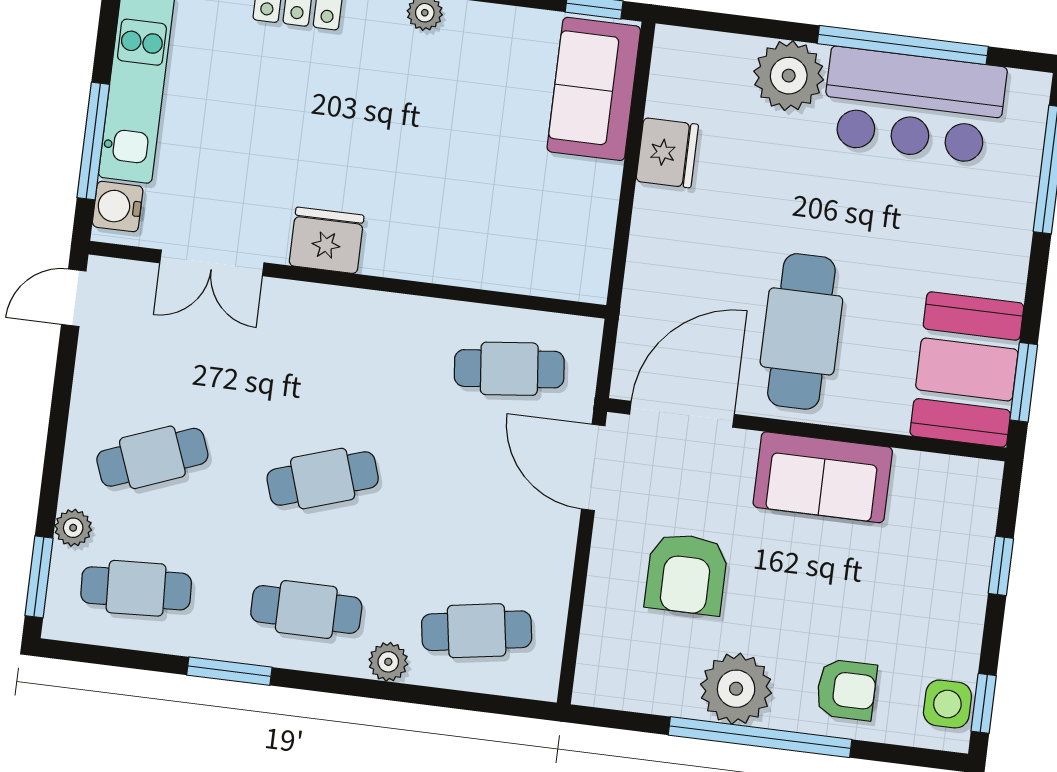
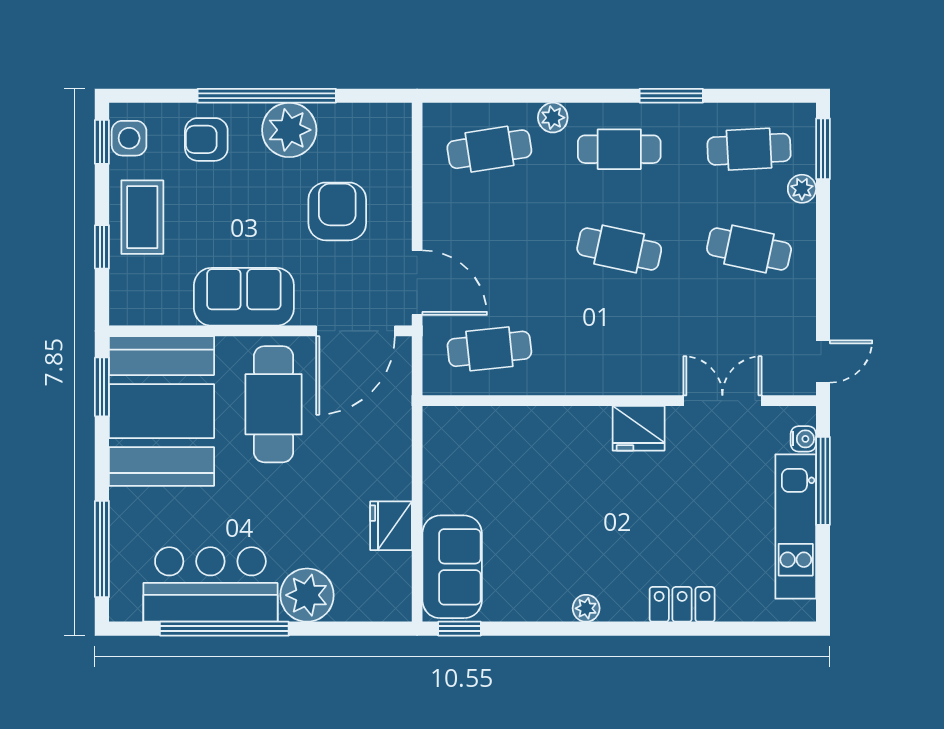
water cooler: (118, 207) -> (803, 439), width x0.72, depth x0.72
booth: (967, 369) -> (161, 411), width x1.36, depth x1.42
cafe table: (152, 457) -> (749, 249), turned 33
cafe table: (323, 479) -> (619, 249), turned 30
coffee table: (943, 598) -> (142, 217), added

